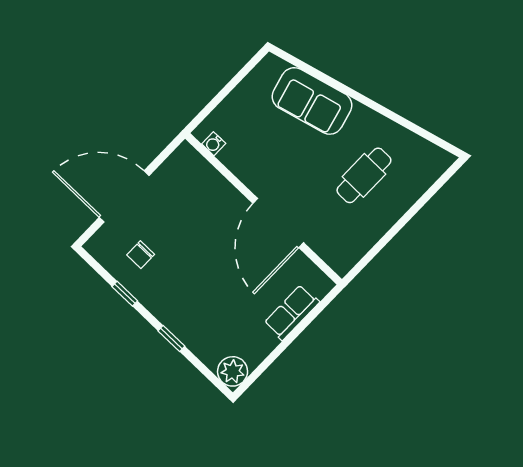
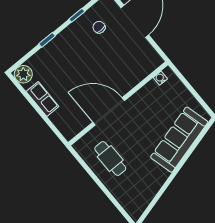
sofa: (312, 101) -> (179, 140), width x1.36
cafe table: (364, 175) -> (110, 158), moved
row of seats: (292, 312) -> (42, 99), moved

